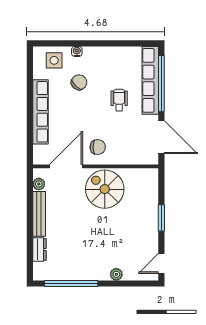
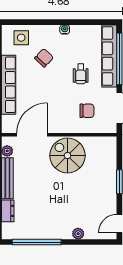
water cooler: (77, 51) -> (65, 29), moved
wheelchair: (119, 100) -> (81, 74), turned 180
chair: (98, 147) -> (87, 111), moved

